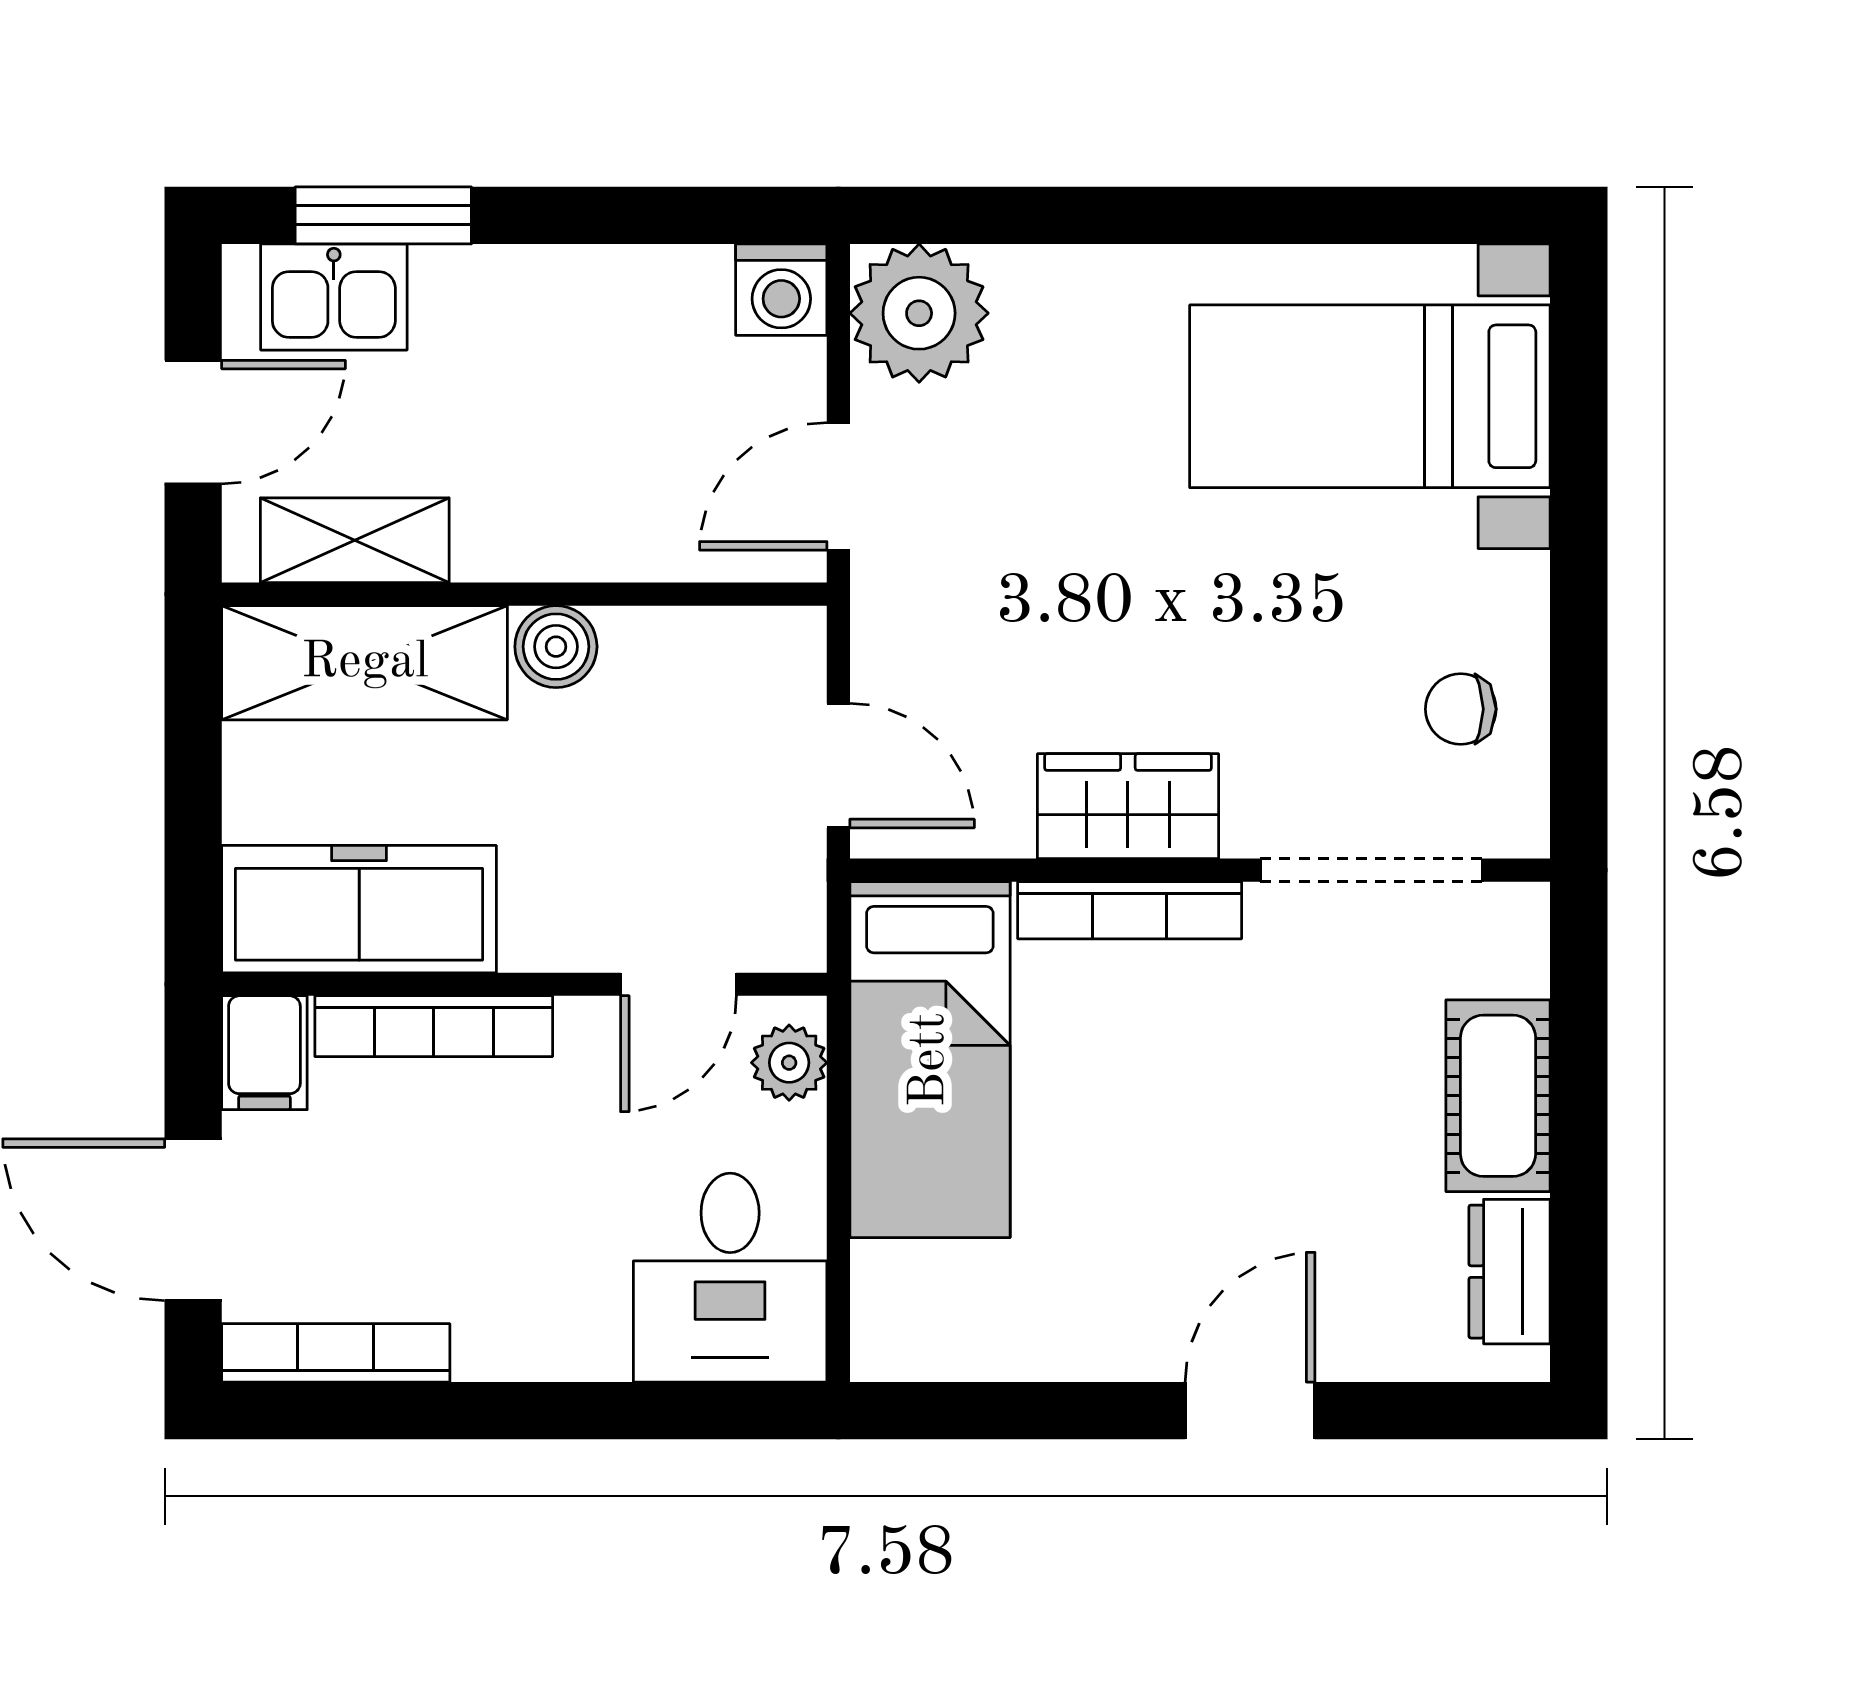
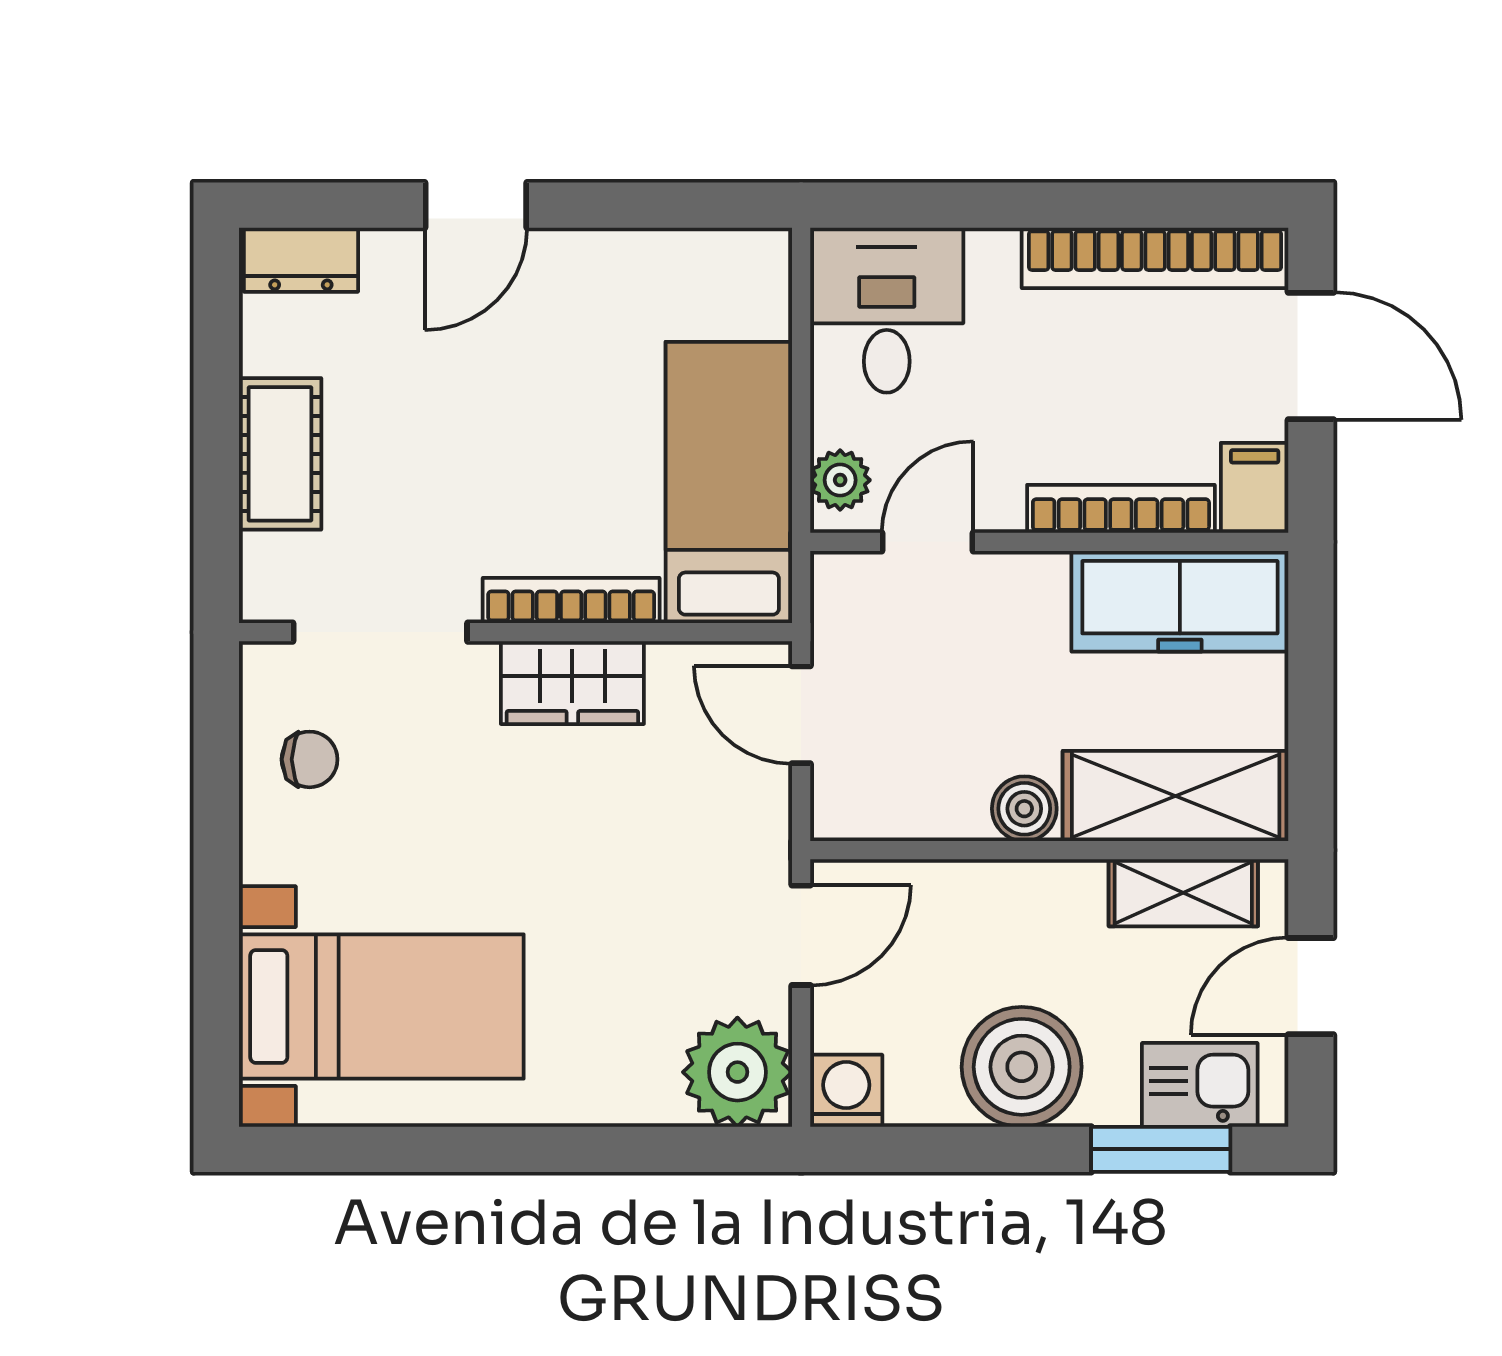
boiler: (559, 320) -> (1022, 1067), added
dresser: (1510, 1272) -> (301, 260), moved, turned 90
bookcase: (336, 1353) -> (1155, 258), width x1.48, depth x1.31

